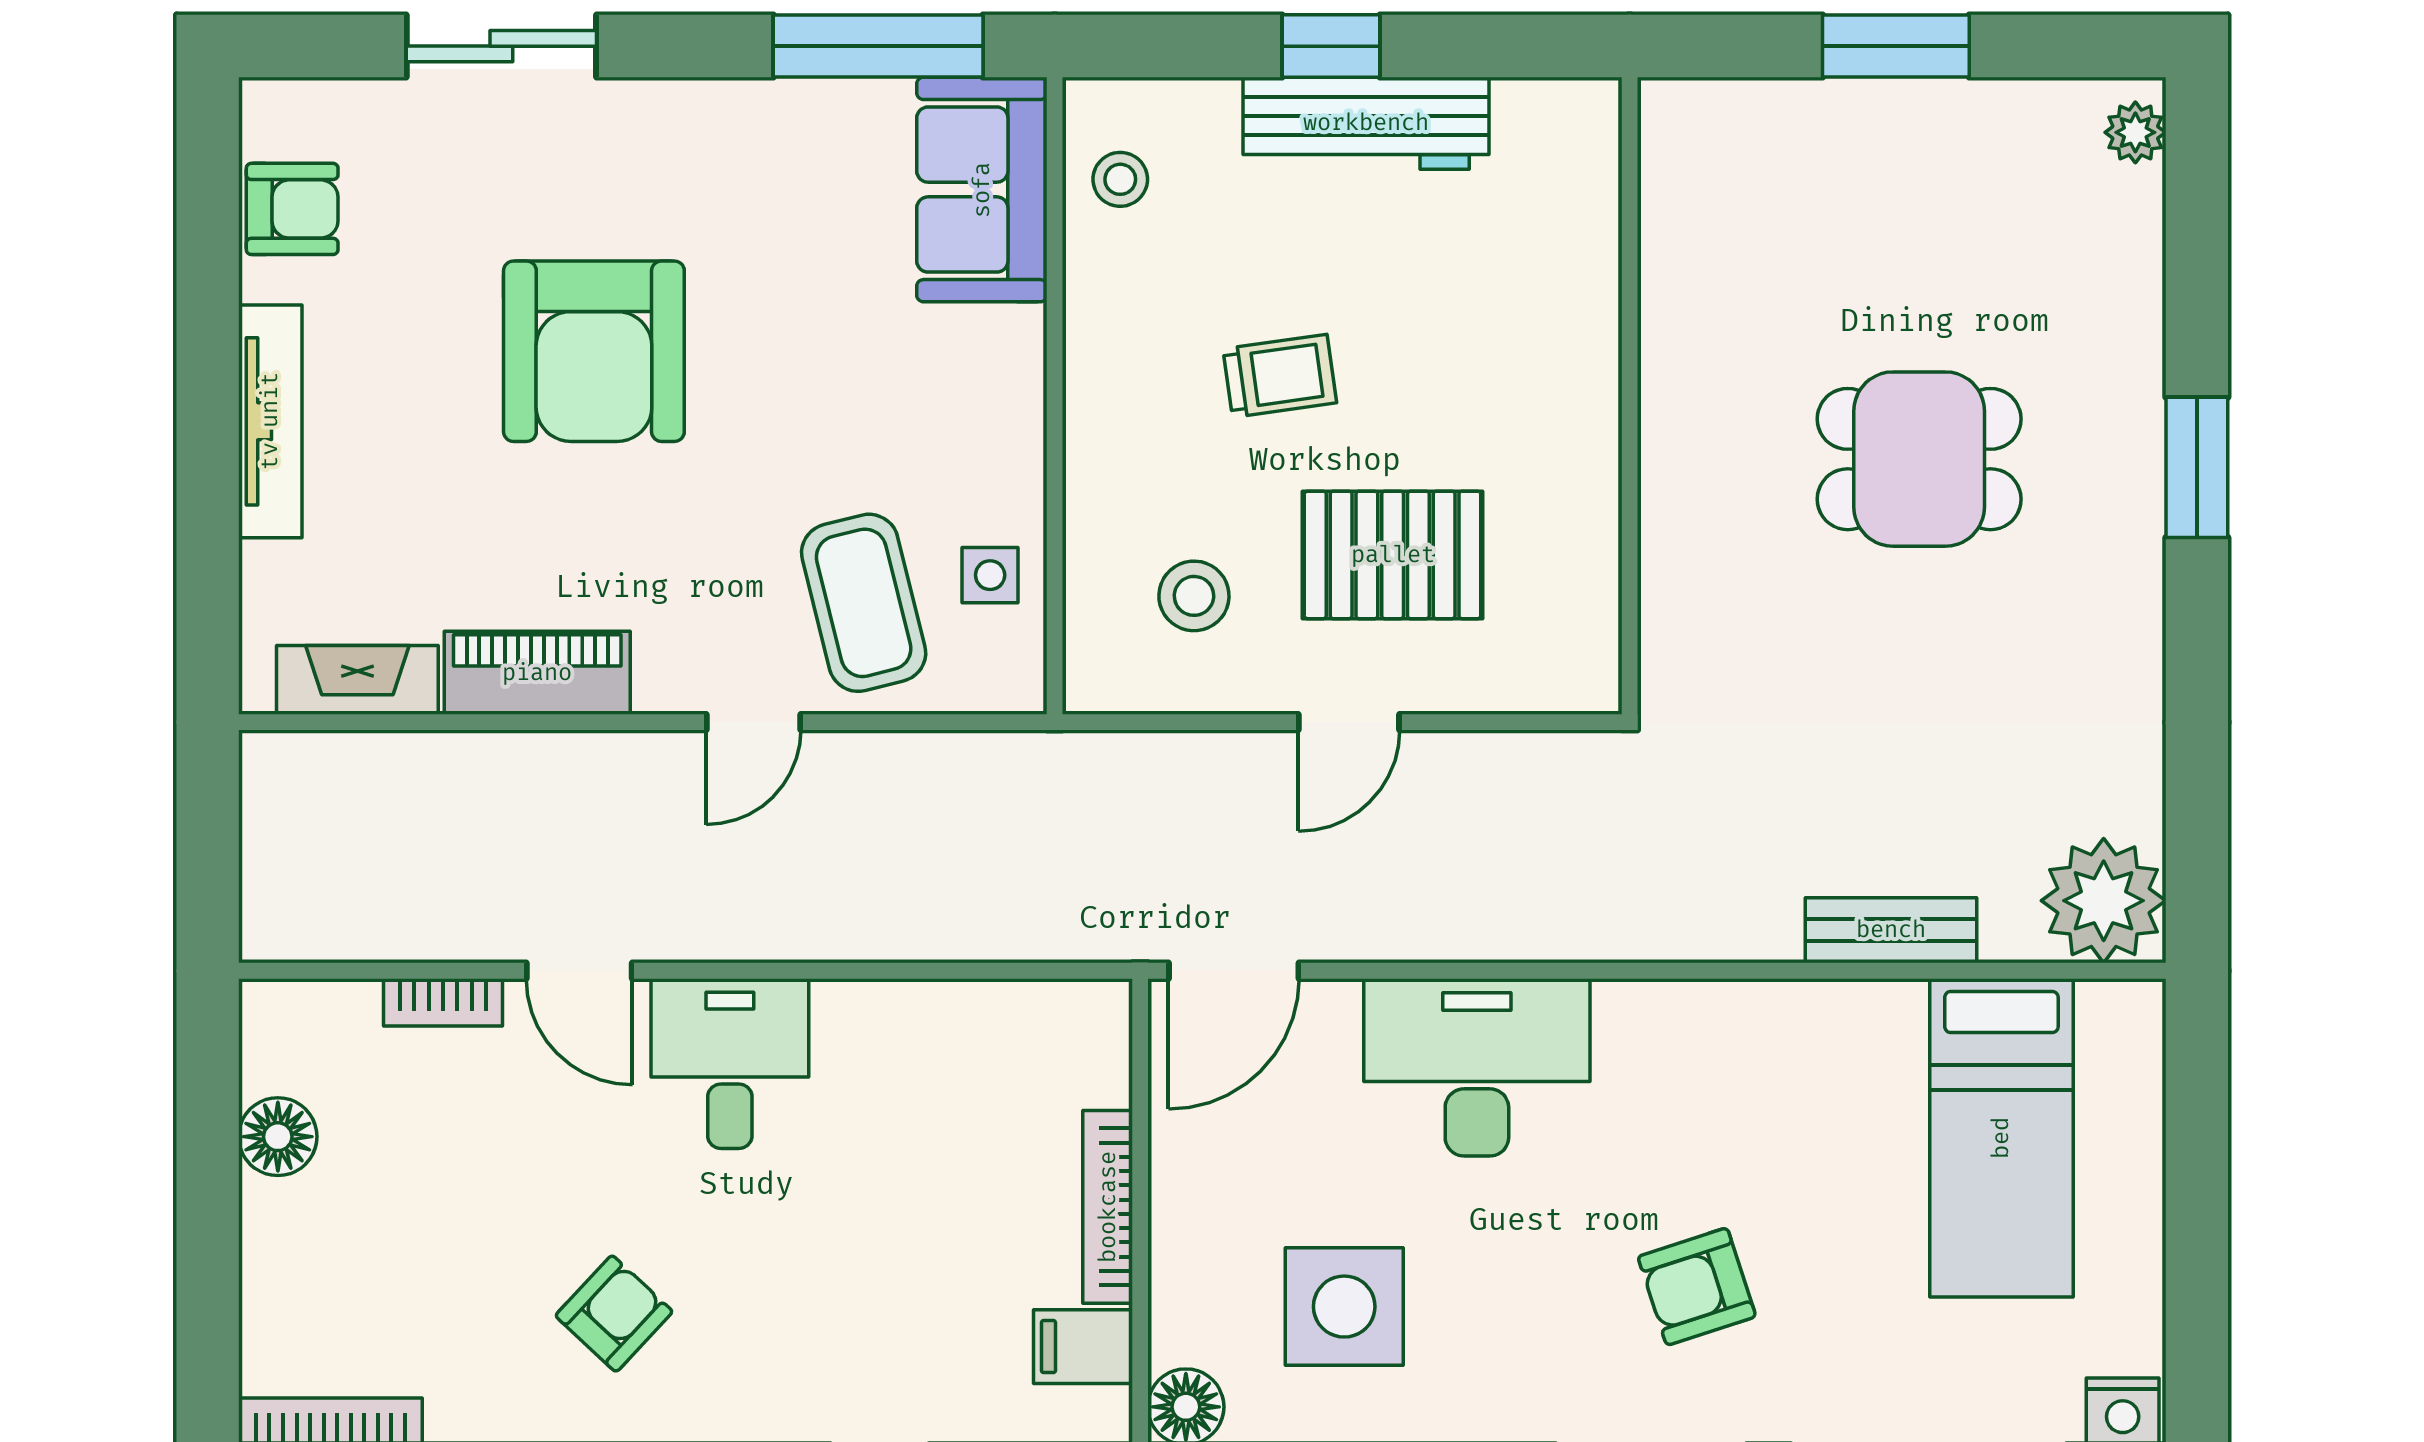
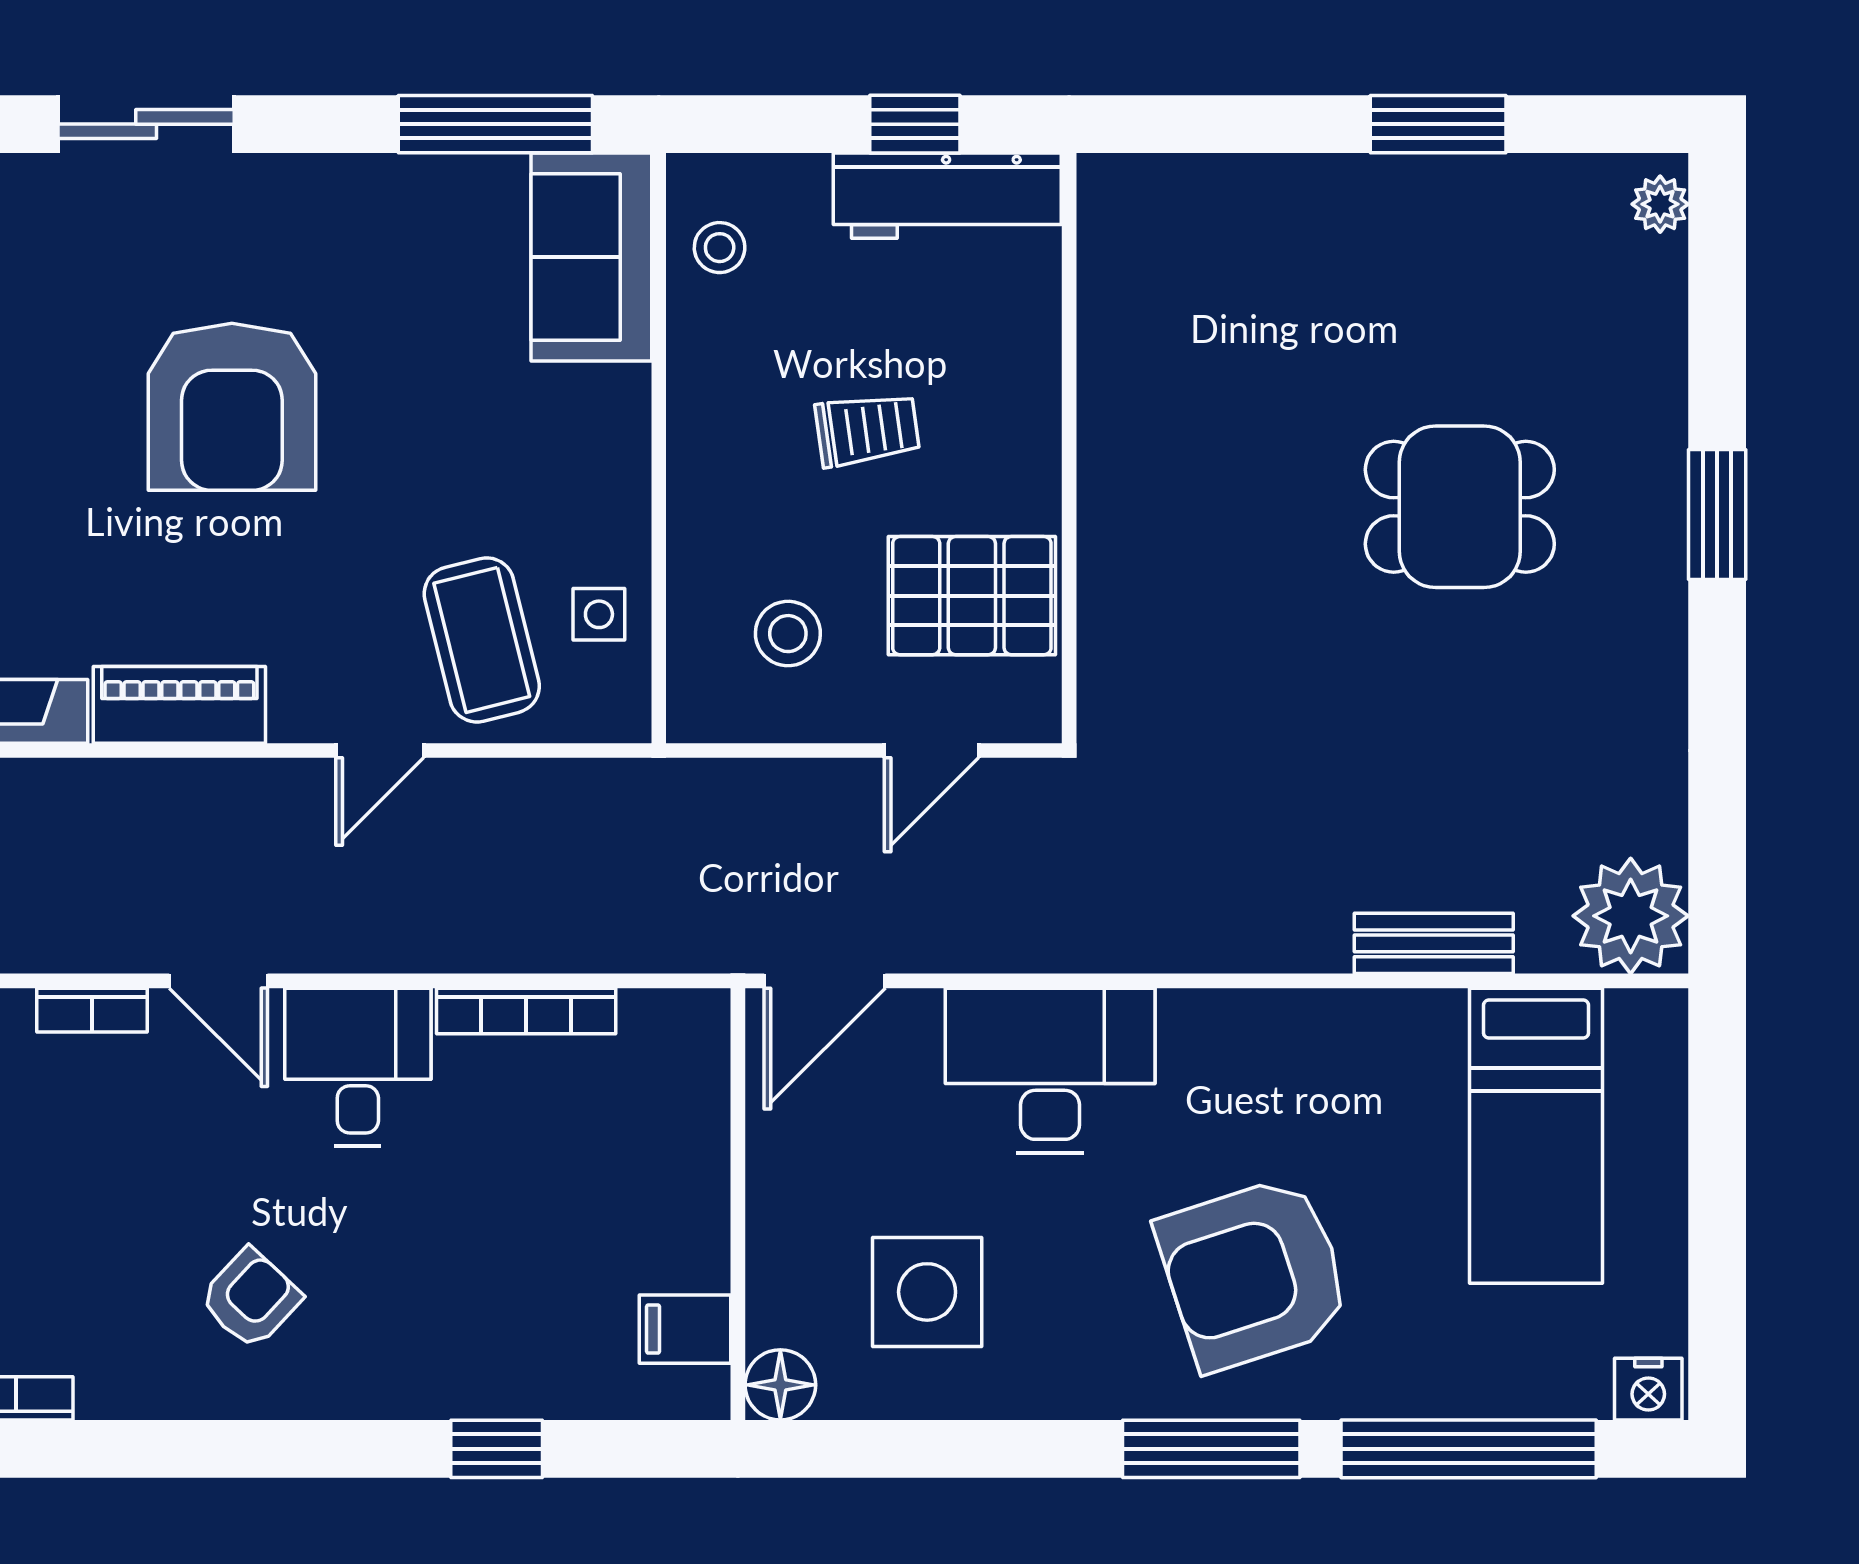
wall: (1630, 396) -> (1069, 448), moved
bookcase: (1108, 1207) -> (526, 1011), moved, turned -90
armchair: (1697, 1287) -> (1254, 1273), width x1.88, depth x1.88

